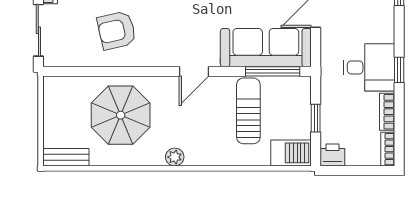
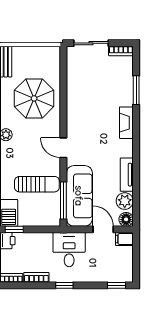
armchair: (117, 30) -> (91, 96), removed
desk: (369, 67) -> (69, 250), moved, turned 180
window: (316, 118) -> (14, 229), moved

